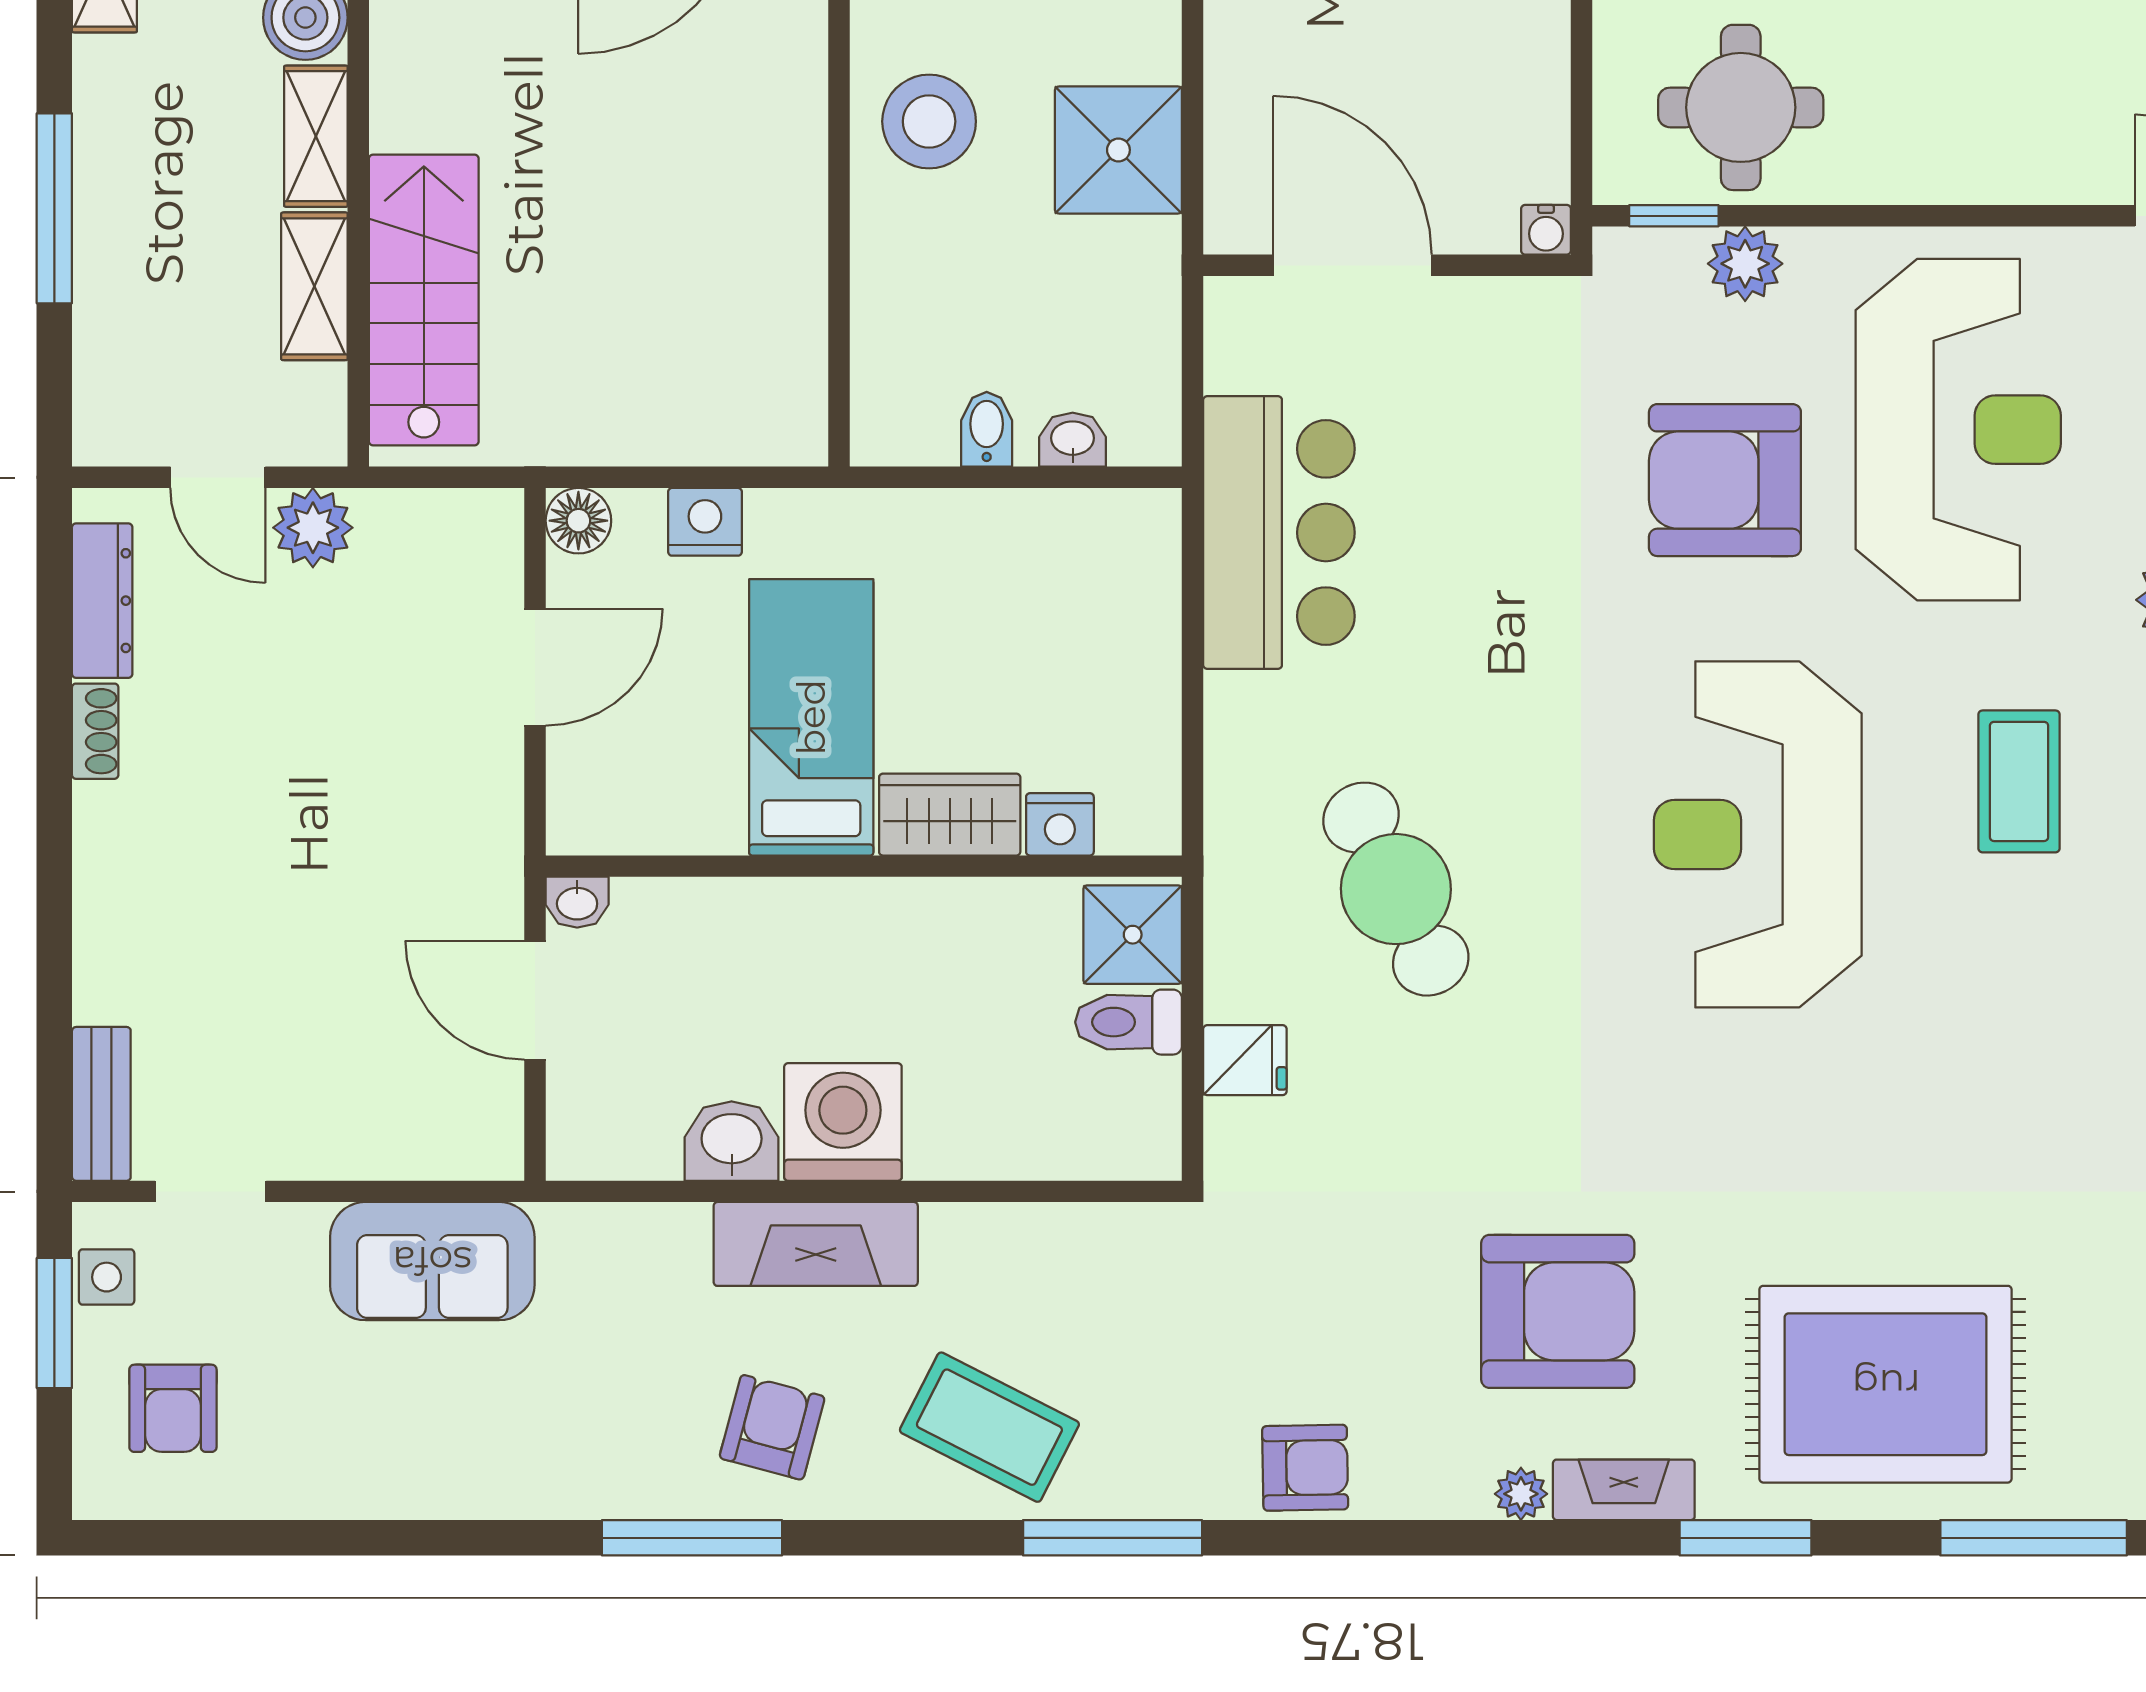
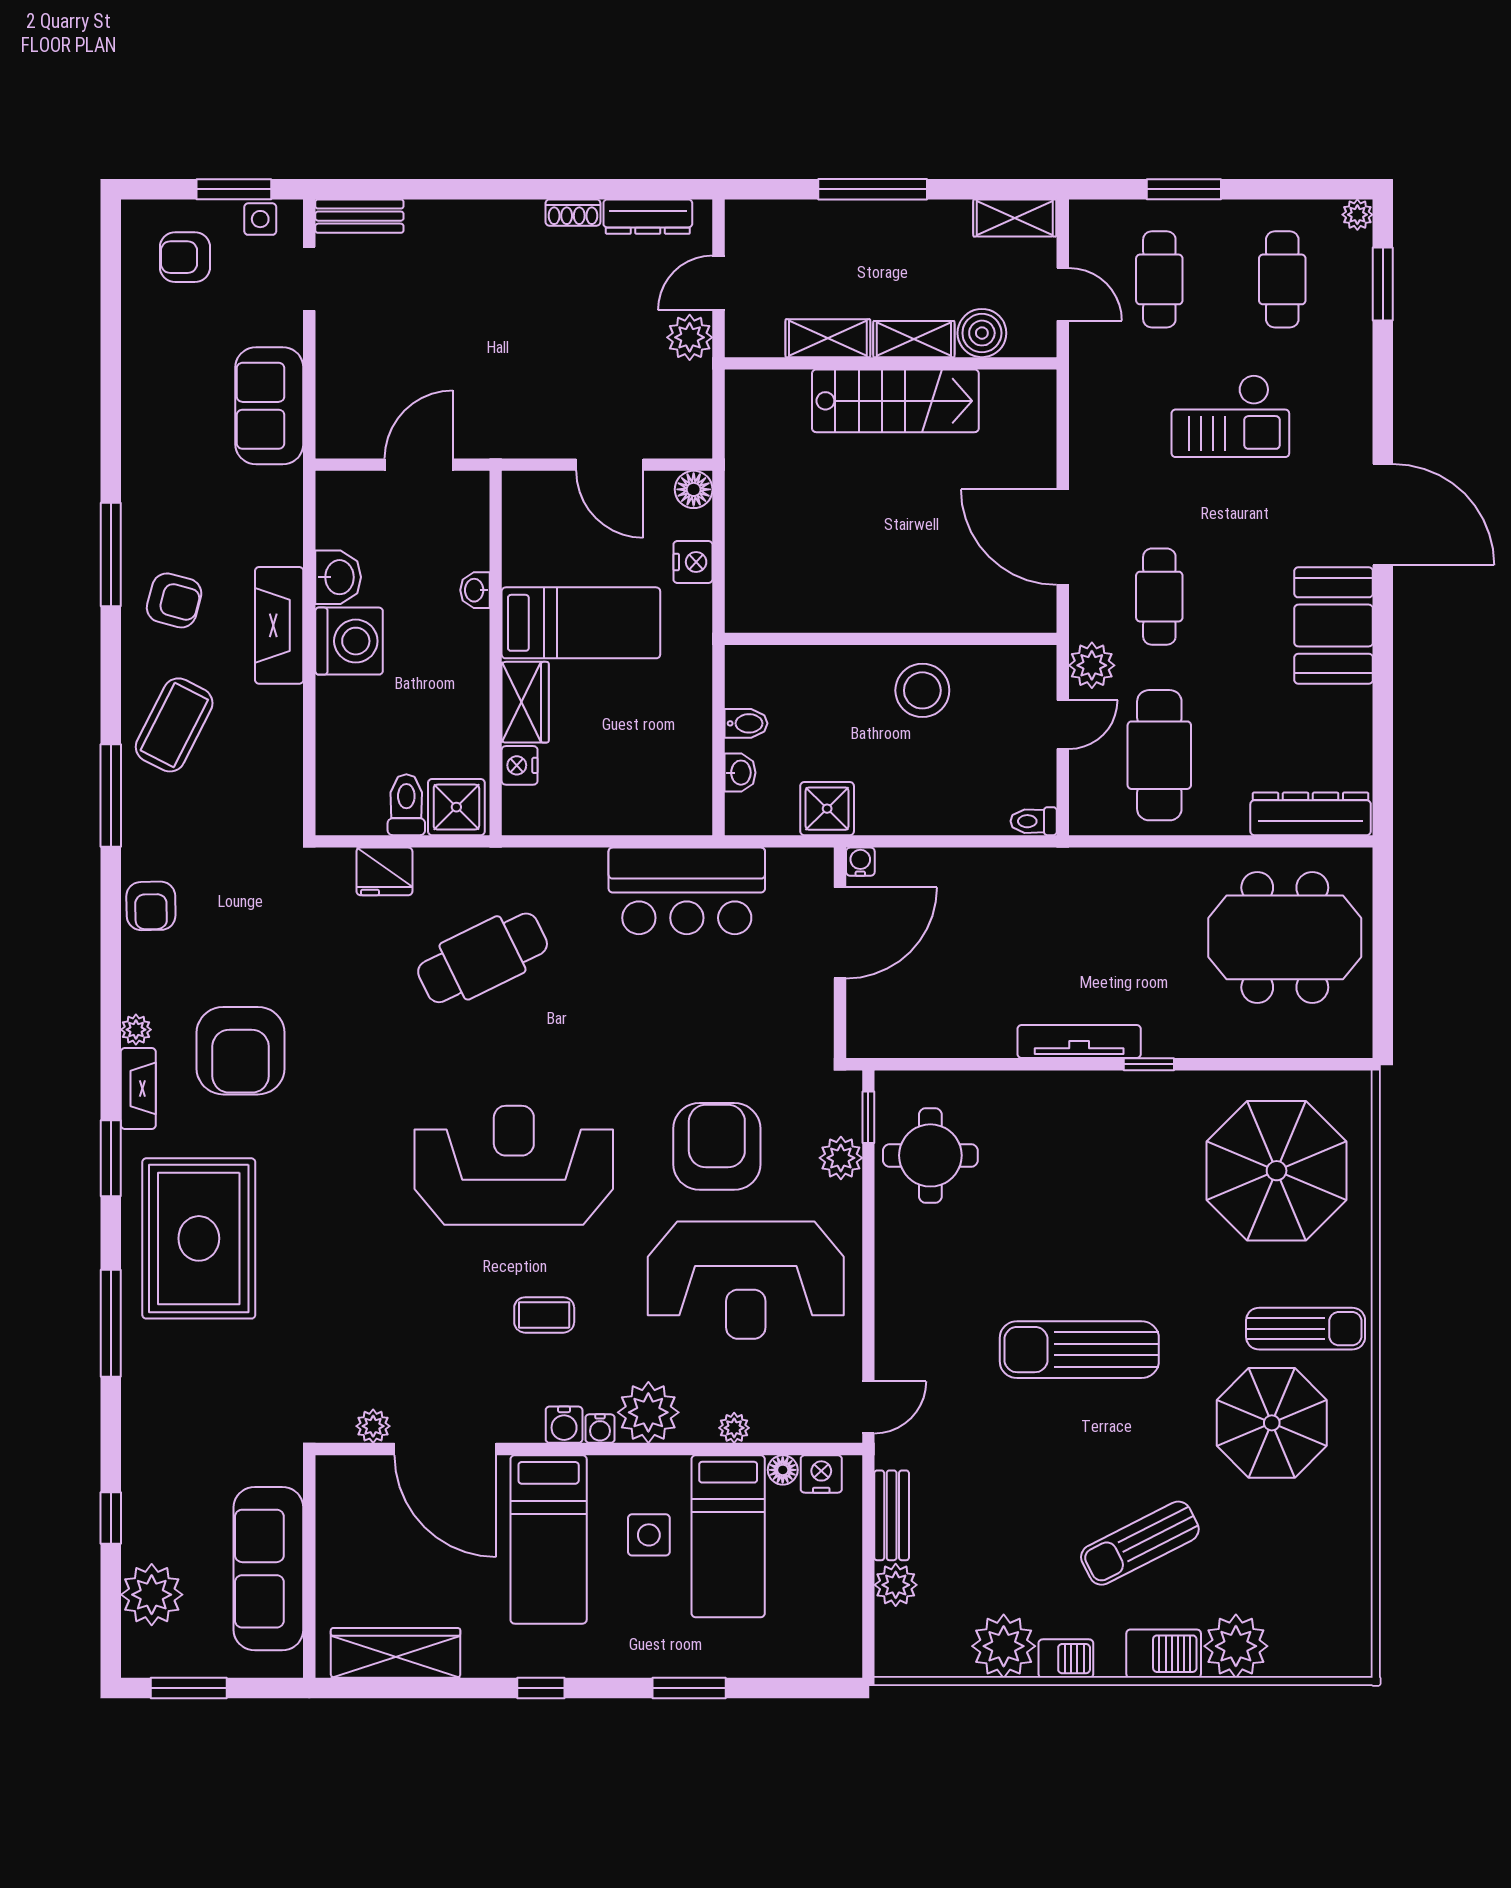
shower: (1118, 150) -> (827, 809), moved, width x0.73, depth x0.73
water cooler: (1546, 230) -> (860, 862), moved, turned 90
stairs: (424, 300) -> (895, 401), moved
coffee table: (2019, 781) -> (544, 1315), width x0.73, depth x0.77
washbasin: (577, 902) -> (475, 590), moved
fridge: (1245, 1060) -> (384, 871), width x1.38

